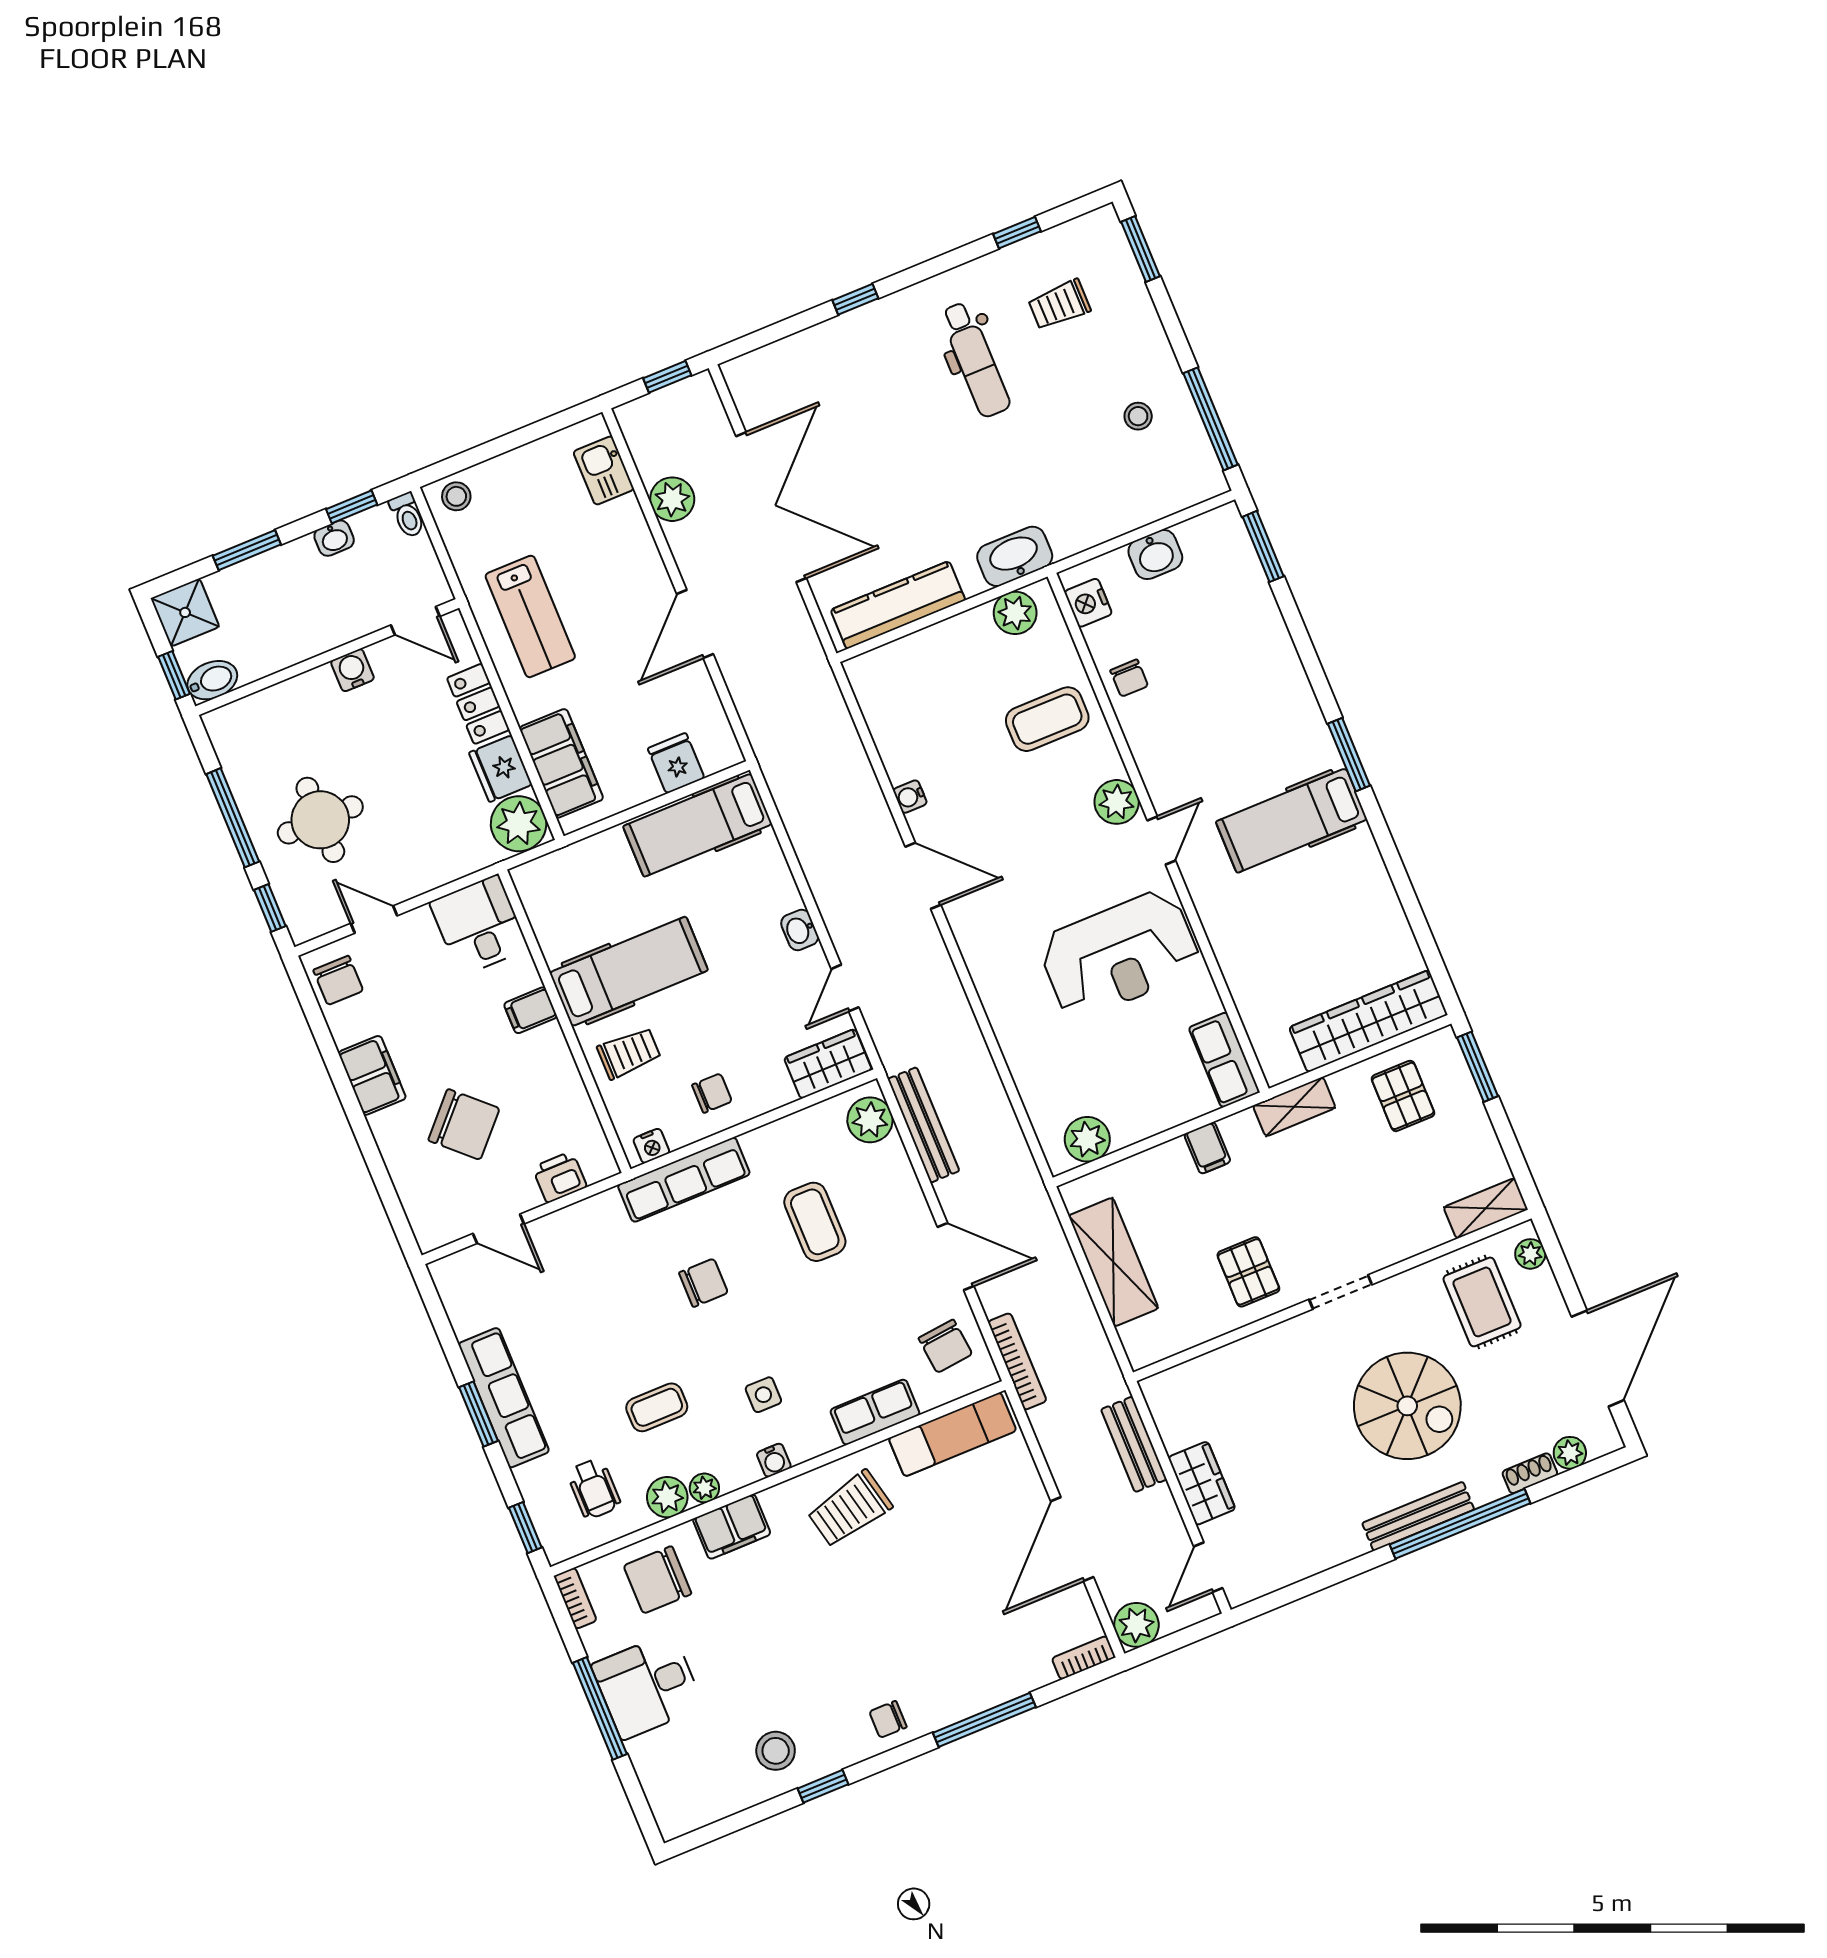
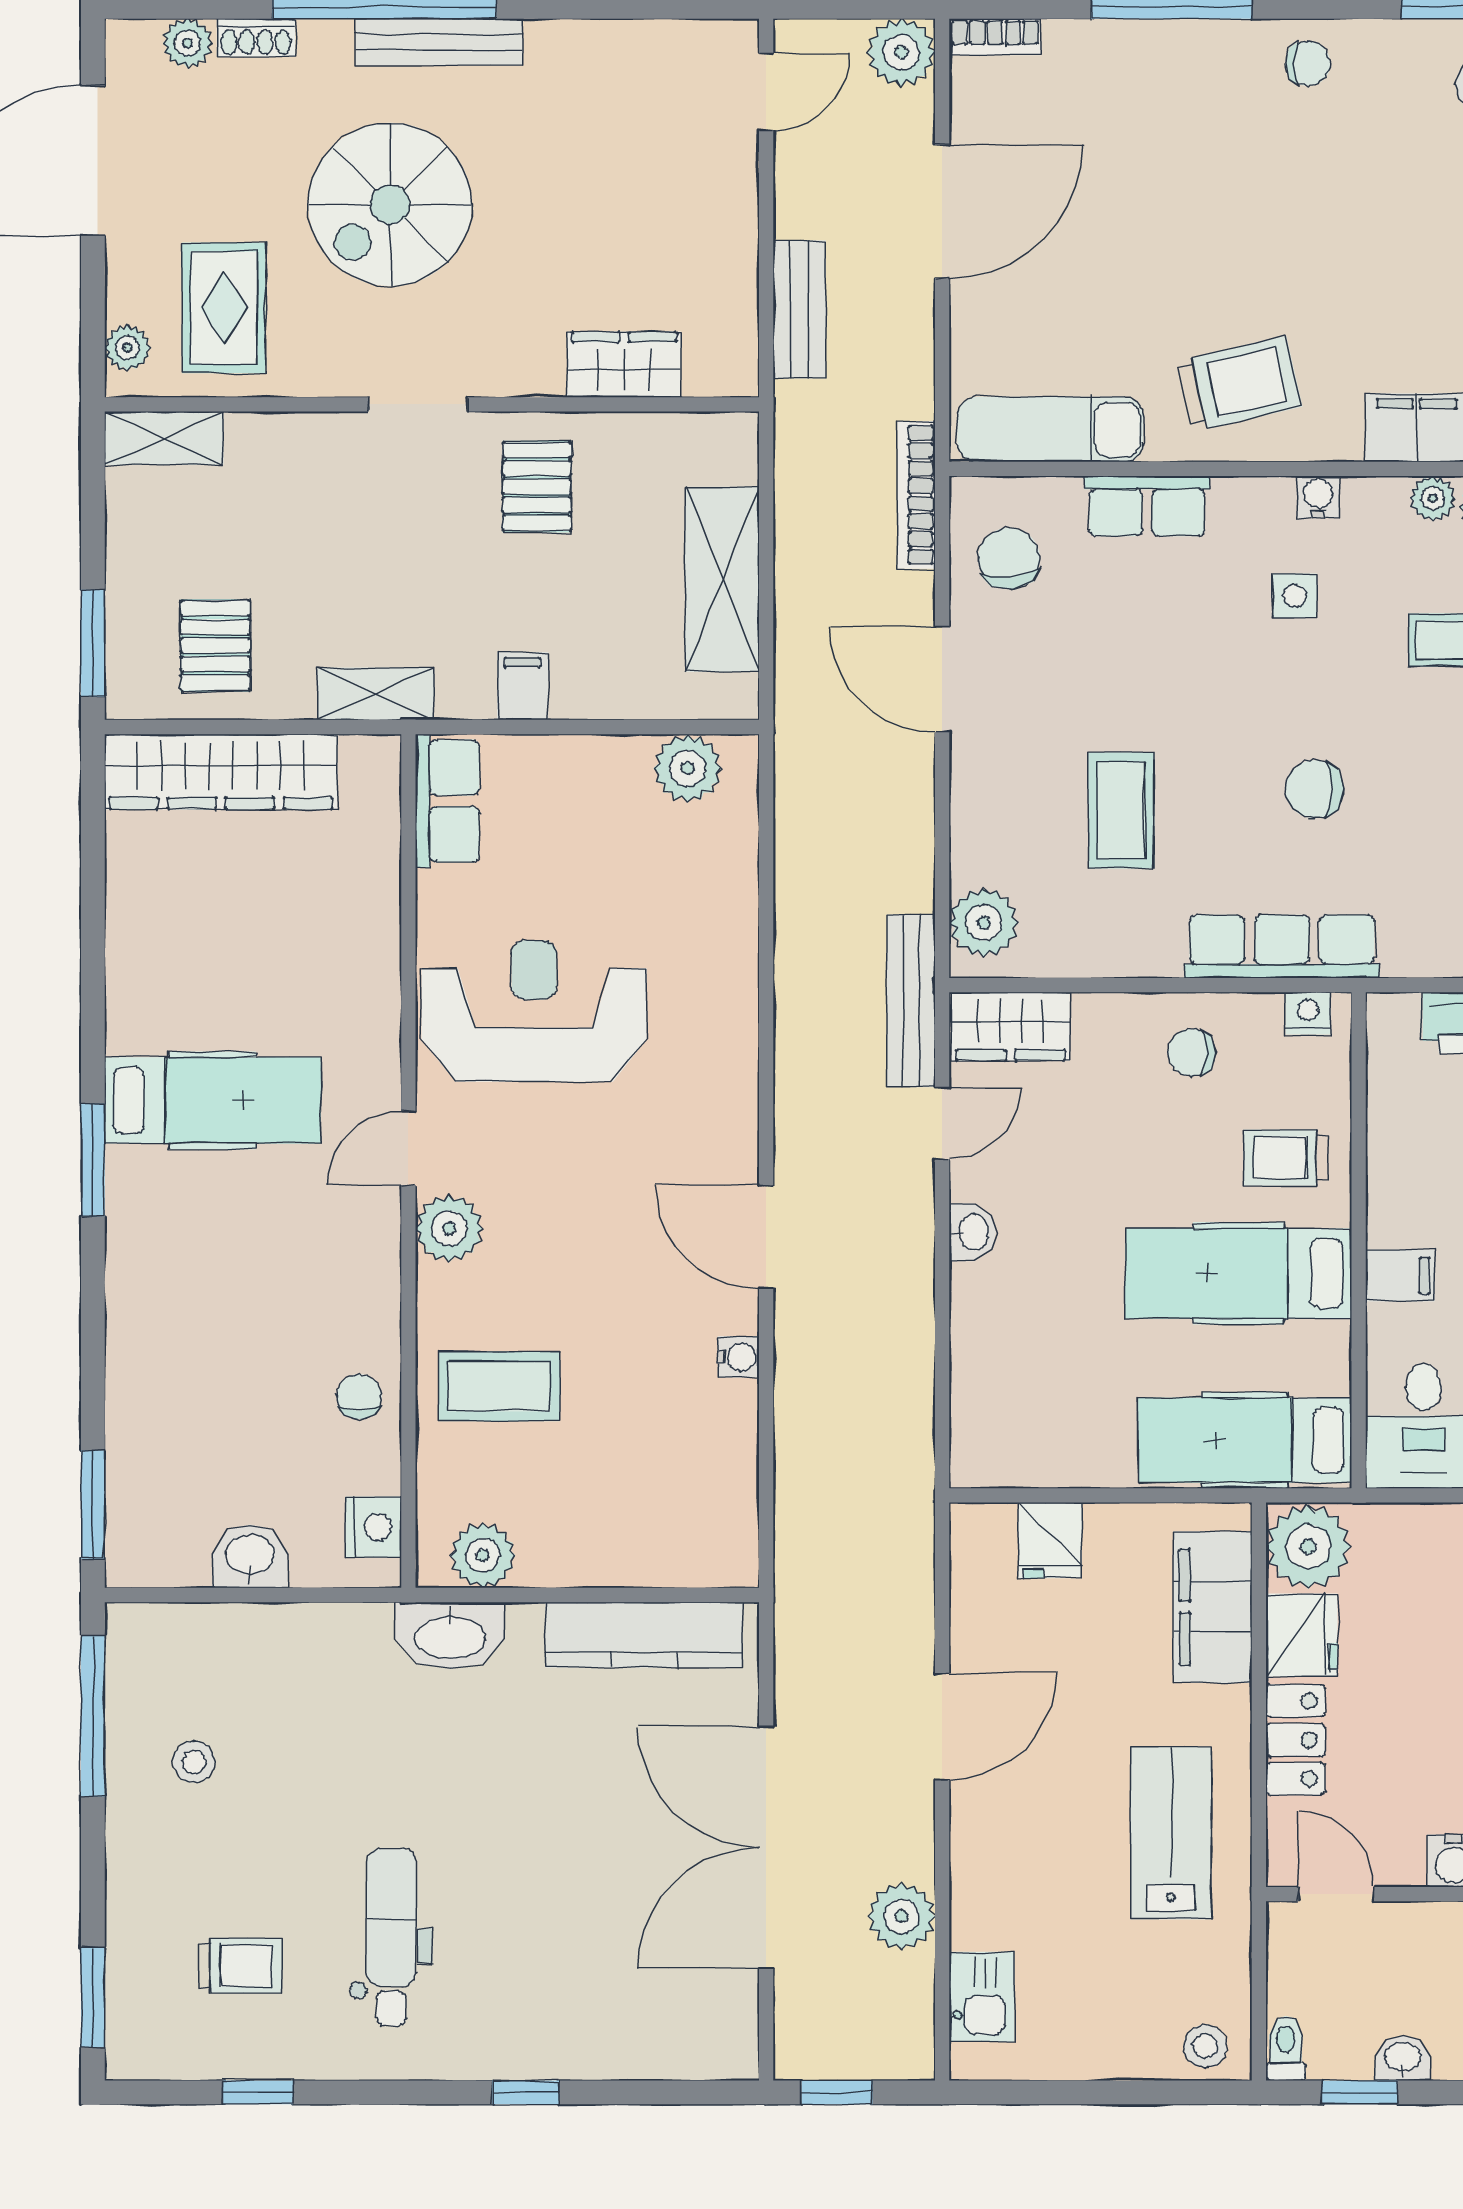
hospital bed: (698, 825) -> (1245, 1440), moved, turned 180
bench: (923, 1125) -> (911, 1001), moved
spiral stairs: (1407, 1406) -> (390, 204), turned -90
wardrobe: (1202, 1483) -> (624, 364), moved, turned 90

